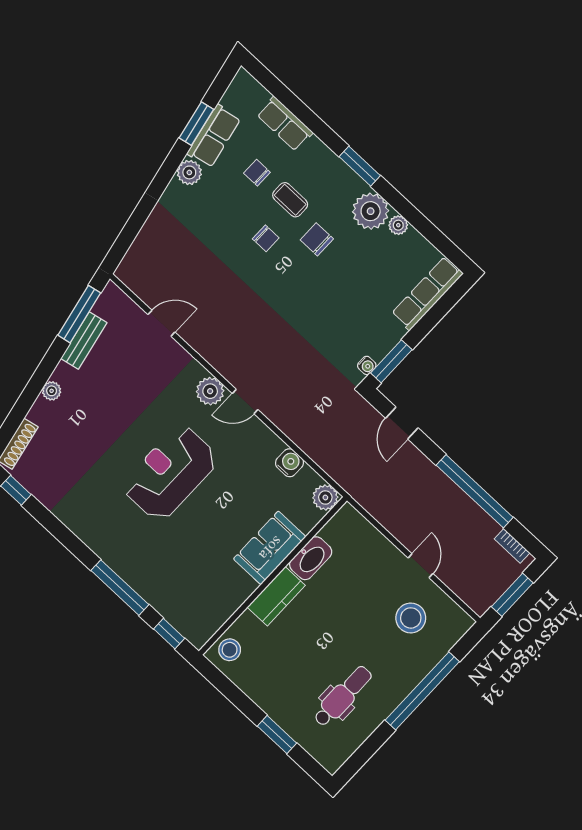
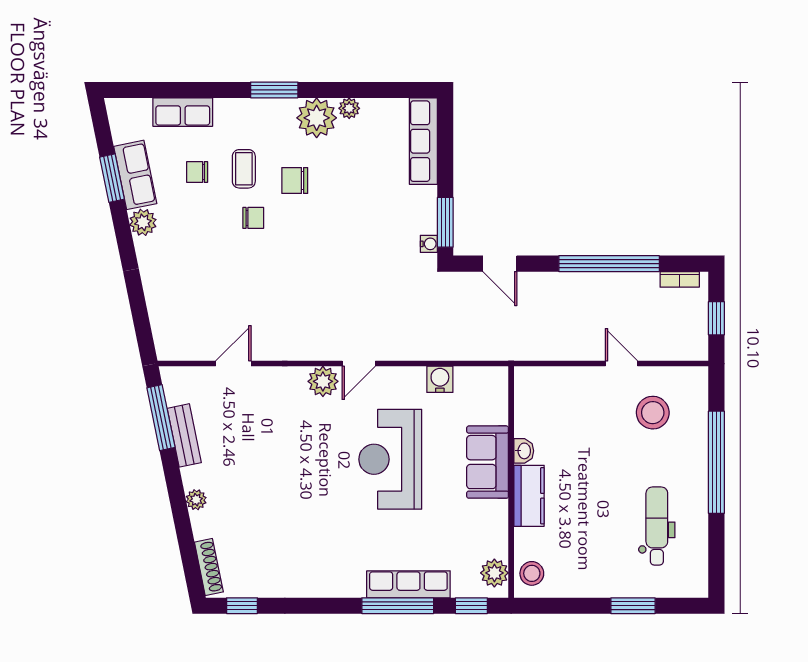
coffee table: (290, 200) -> (244, 169), turned 90
reception desk: (170, 473) -> (390, 459), moved
plant: (325, 497) -> (494, 573), moved
washbasin: (311, 558) -> (524, 451), width x0.52, depth x0.69
row of seats: (140, 580) -> (408, 584), added
window: (512, 595) -> (716, 318), width x0.67

